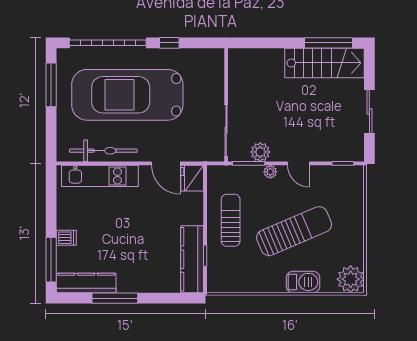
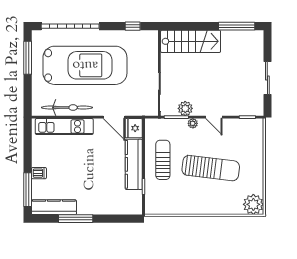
window: (169, 43) -> (133, 26), moved
stairs: (325, 63) -> (191, 41), moved
car: (127, 95) -> (85, 65), turned 180
sun lounger: (294, 231) -> (211, 168), turned 30
kitchen counter: (192, 259) -> (134, 164), moved
barbecue: (303, 282) -> (217, 206), removed

